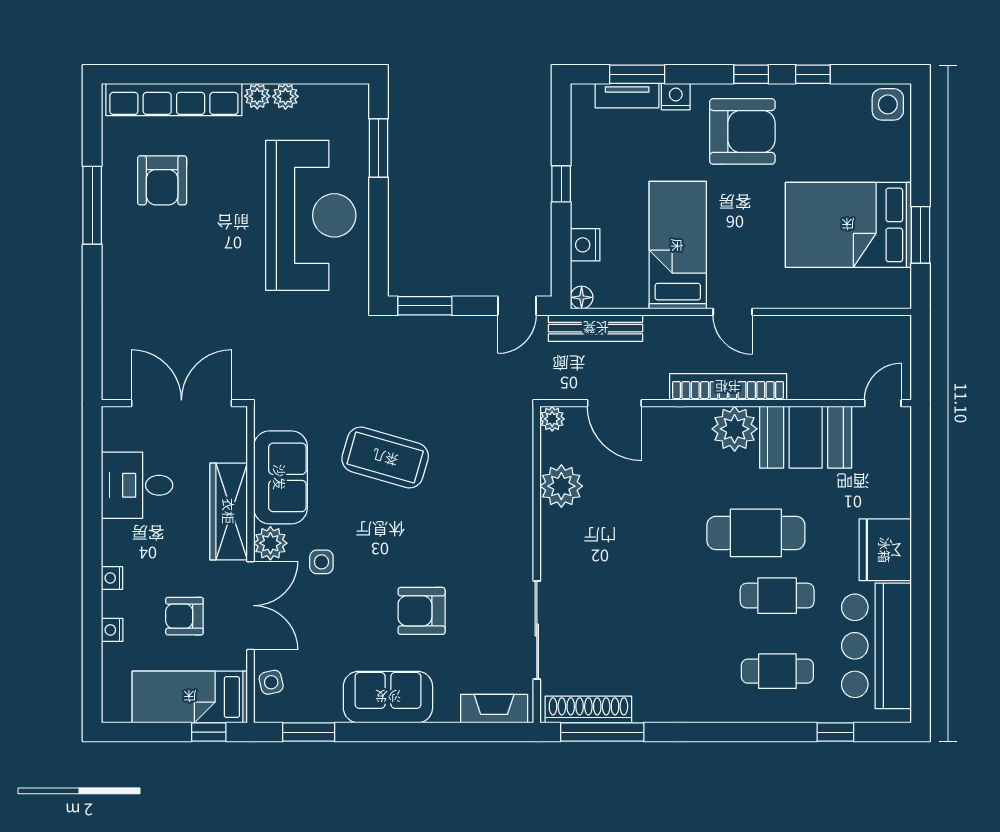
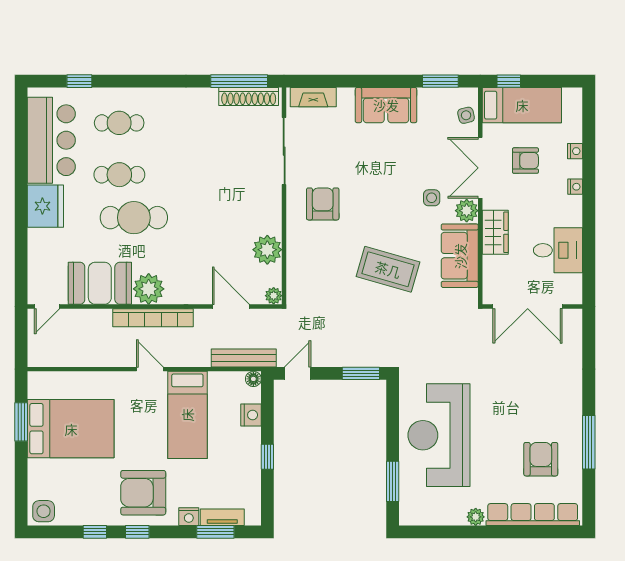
plant: (285, 96) -> (456, 517), removed
wardrobe: (229, 511) -> (495, 232), width x0.67
armchair: (422, 611) -> (323, 204), moved, turned -90

